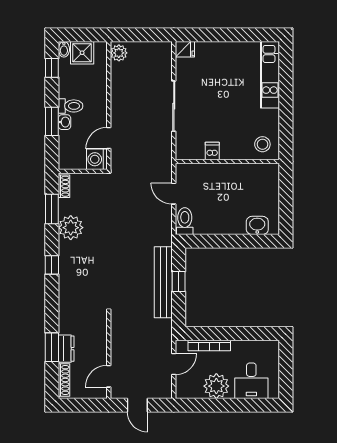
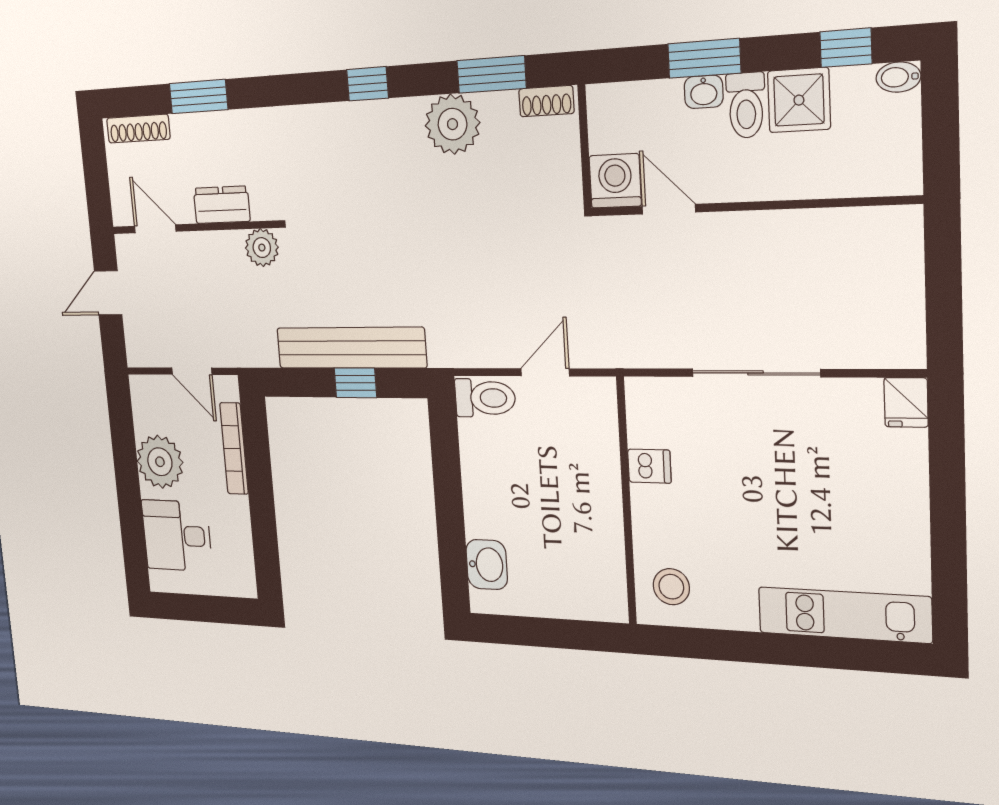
shower: (82, 53) -> (799, 100), moved
plant: (119, 53) -> (262, 248), moved
dresser: (66, 349) -> (222, 205), moved, turned 180

